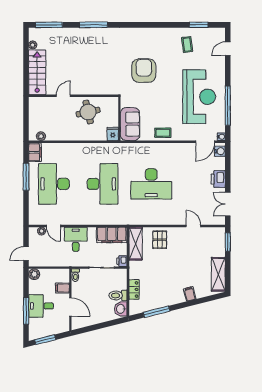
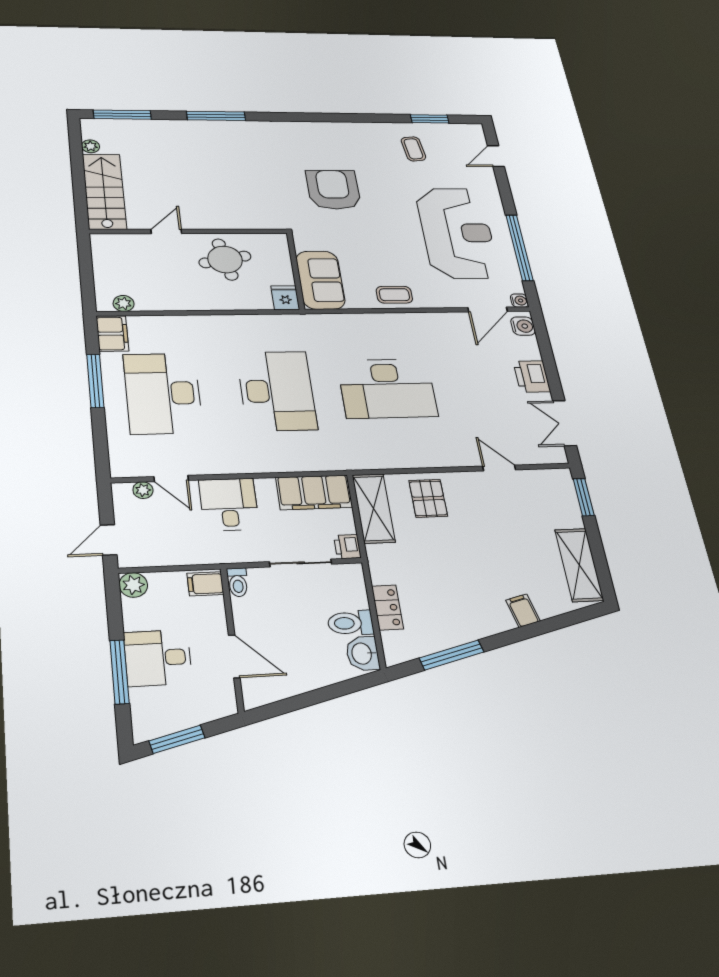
filing cabinet: (62, 288) -> (205, 584), moved

